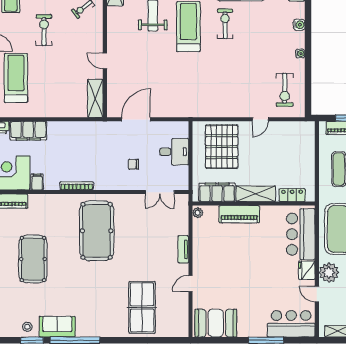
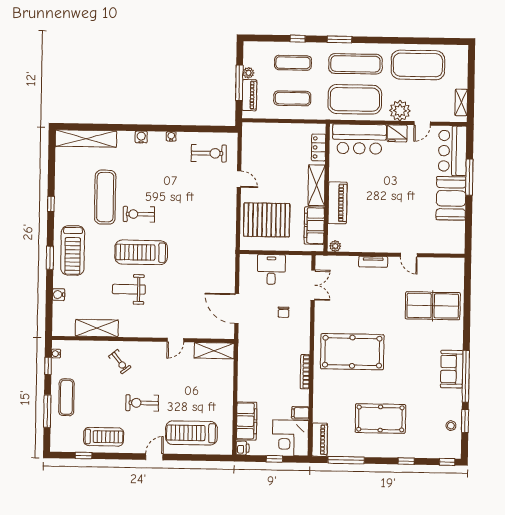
booth: (216, 323) -> (451, 198), moved
sofa: (57, 327) -> (452, 369), moved

